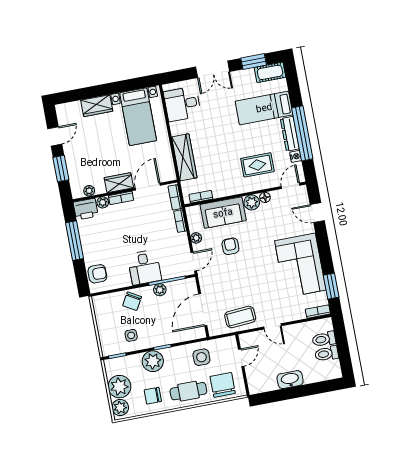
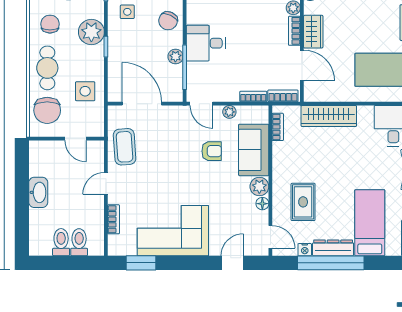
chair: (132, 301) -> (168, 21), turned -95
bookcase: (318, 312) -> (114, 219), moved
chair: (223, 385) -> (47, 110), turned 90

